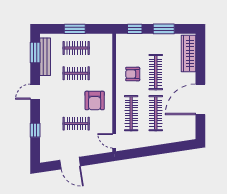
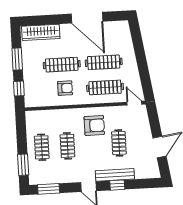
window: (75, 29) -> (23, 165), moved
bench: (45, 57) -> (115, 175), moved
armchair: (133, 74) -> (65, 88), turned -90
window: (35, 130) -> (117, 185), moved
door: (114, 141) -> (134, 103), swing flipped

